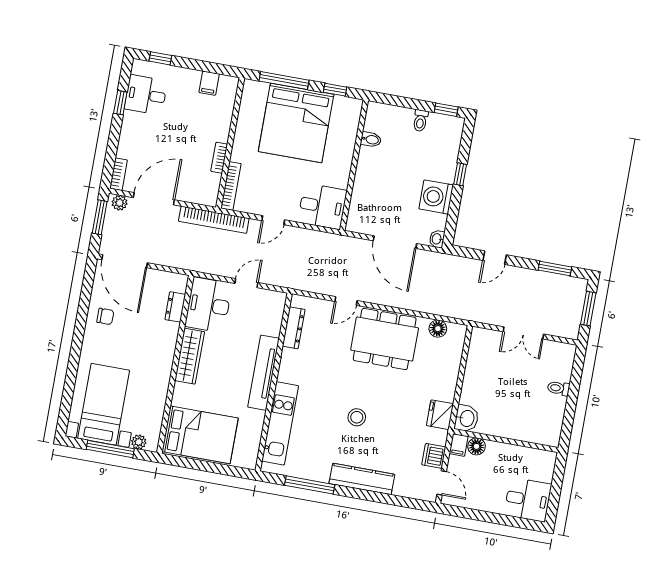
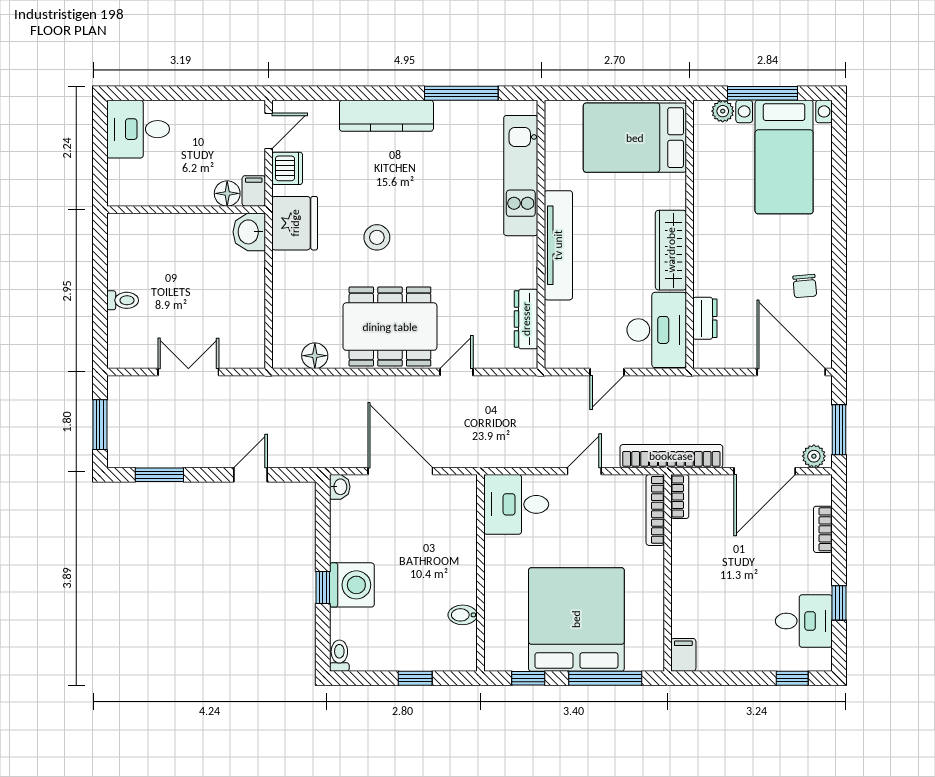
filing cabinet: (209, 83) -> (683, 655), moved
window: (446, 110) -> (415, 678), moved
toilet: (420, 121) -> (339, 656), moved
bookcase: (219, 158) -> (680, 497), moved
bookcase: (118, 174) -> (823, 529), moved
washing machine: (436, 197) -> (352, 585), moved
chair: (105, 316) -> (805, 286), turned -95
fridge: (440, 415) -> (295, 223), width x1.36, depth x1.34
stool: (357, 417) -> (377, 237), moved
door: (442, 483) -> (269, 131), swing flipped

